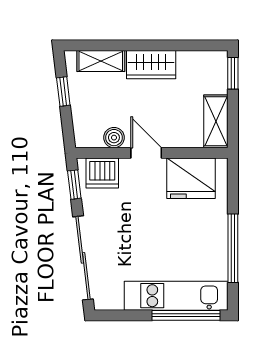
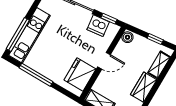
boiler: (114, 138) -> (127, 37), moved
dishwasher: (102, 173) -> (98, 26), moved, turned -97

